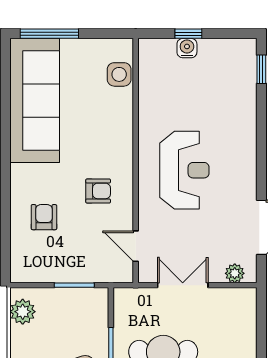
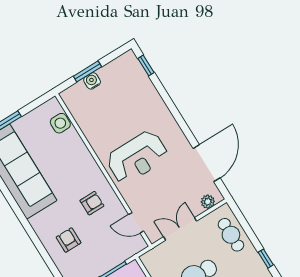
window: (188, 34) -> (87, 71), width x1.50
reception desk: (184, 170) -> (137, 157), turned 90
cafe table: (238, 329) -> (231, 235), added

